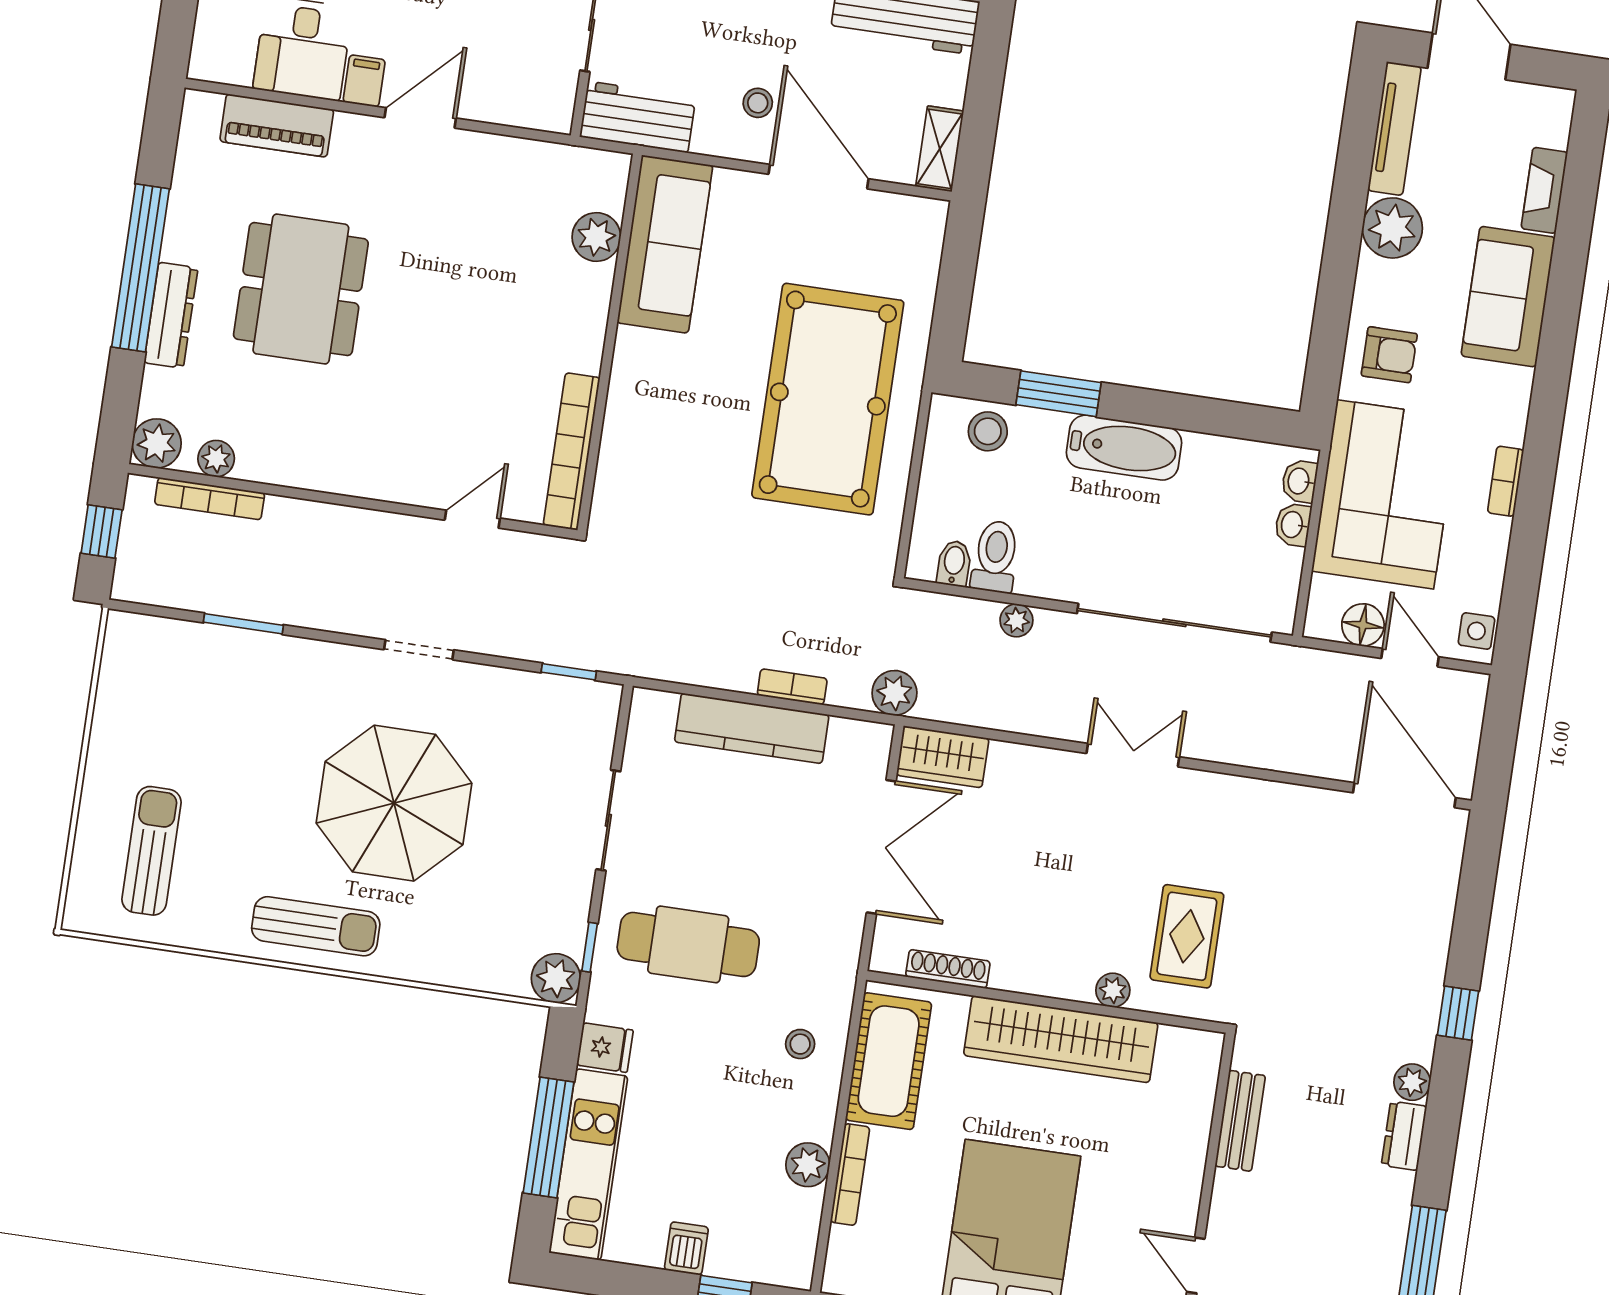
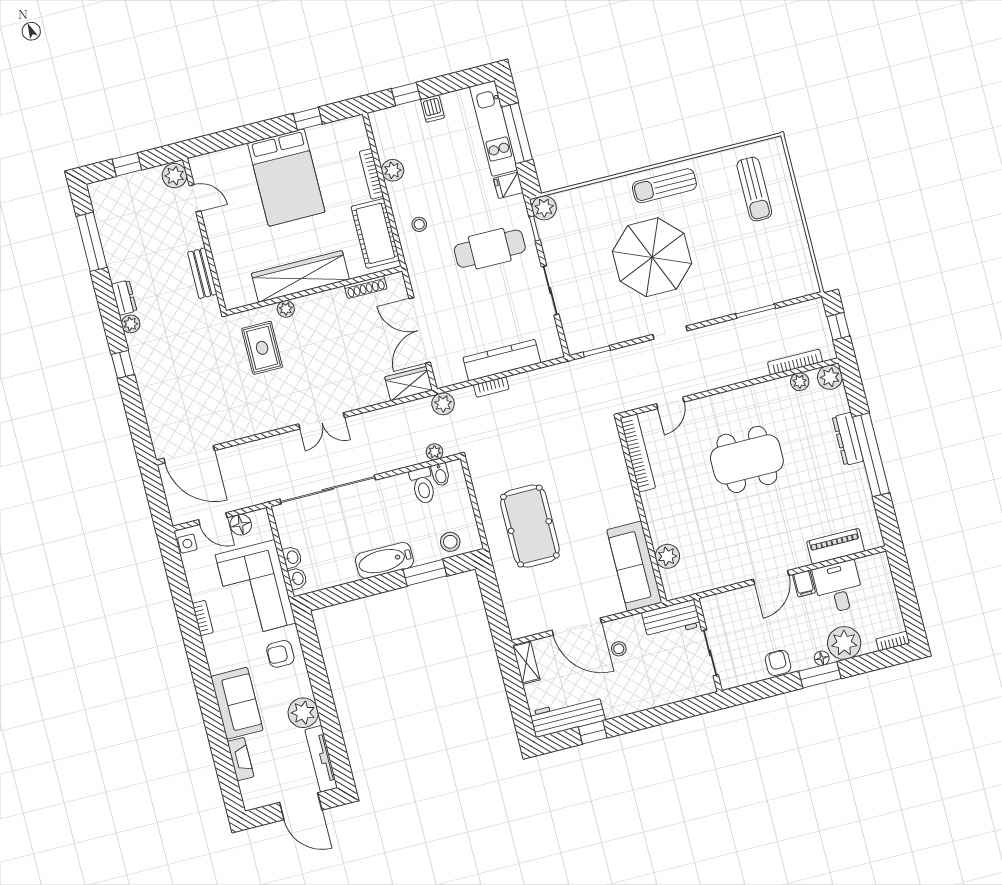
dining table: (301, 289) -> (747, 459), moved, turned 90
pool table: (828, 399) -> (530, 526), width x0.73, depth x0.76
plant: (1016, 620) -> (435, 452), moved

